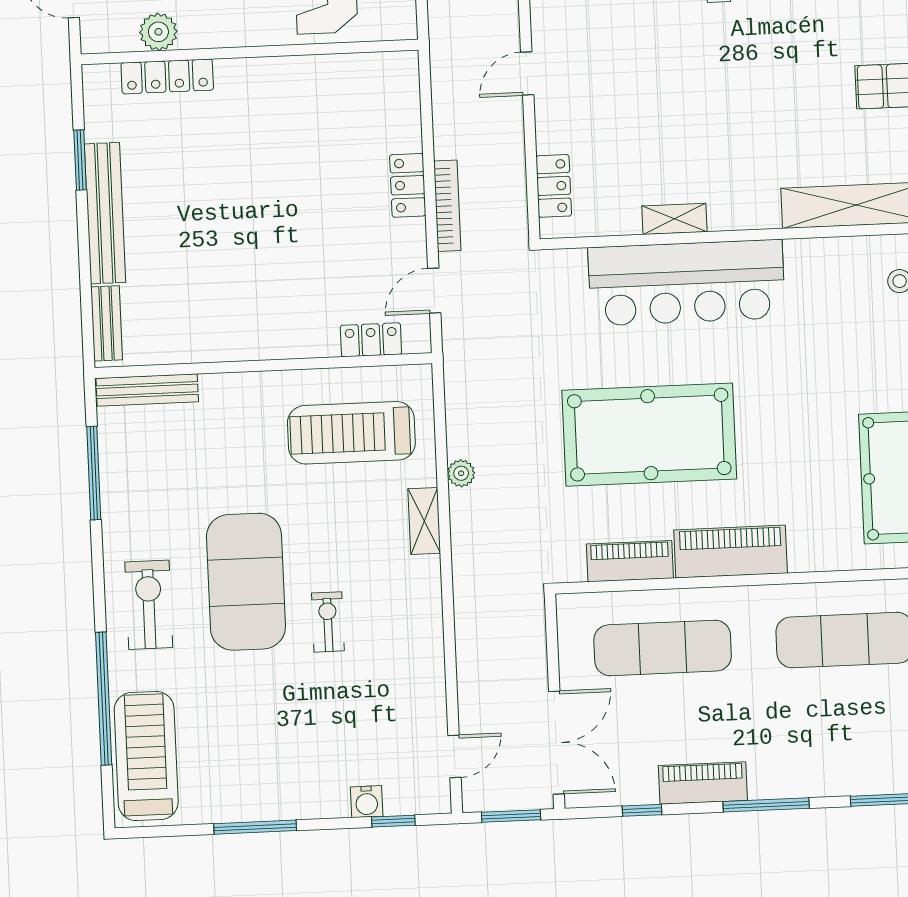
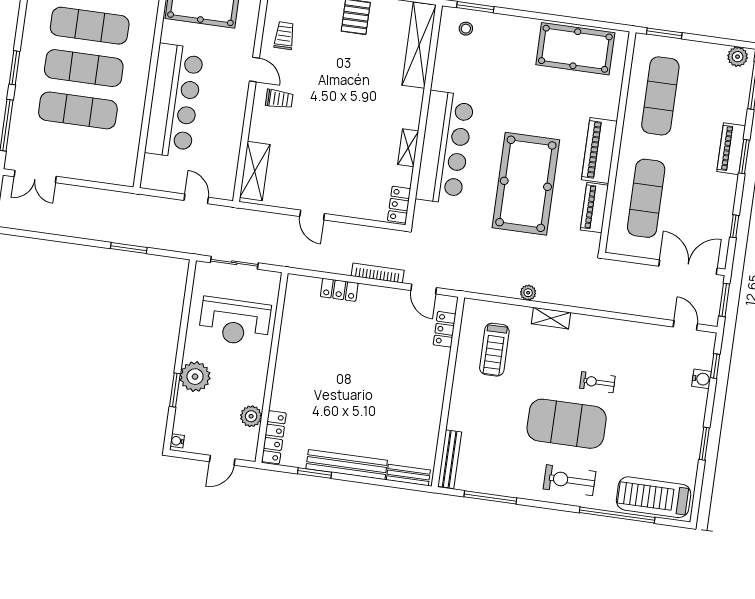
locker: (167, 76) -> (274, 437), moved
locker: (408, 185) -> (339, 290), moved
locker: (554, 186) -> (399, 205), moved, turned -90
treadmill: (351, 433) -> (494, 350), width x0.73, depth x0.73
piano: (703, 783) -> (731, 149), moved
window: (766, 805) -> (744, 157), width x0.69
window: (255, 827) -> (704, 444), width x0.69

